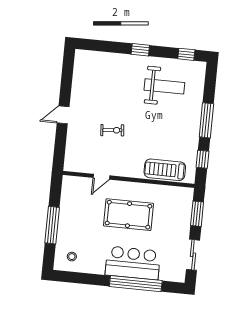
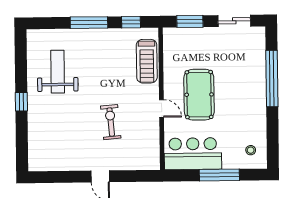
window: (186, 54) -> (21, 52), removed
exercise bike: (112, 130) -> (111, 122), width x1.38, depth x1.39
door: (101, 177) -> (161, 108), moved
bar counter: (133, 263) -> (193, 154), moved, turned 90

